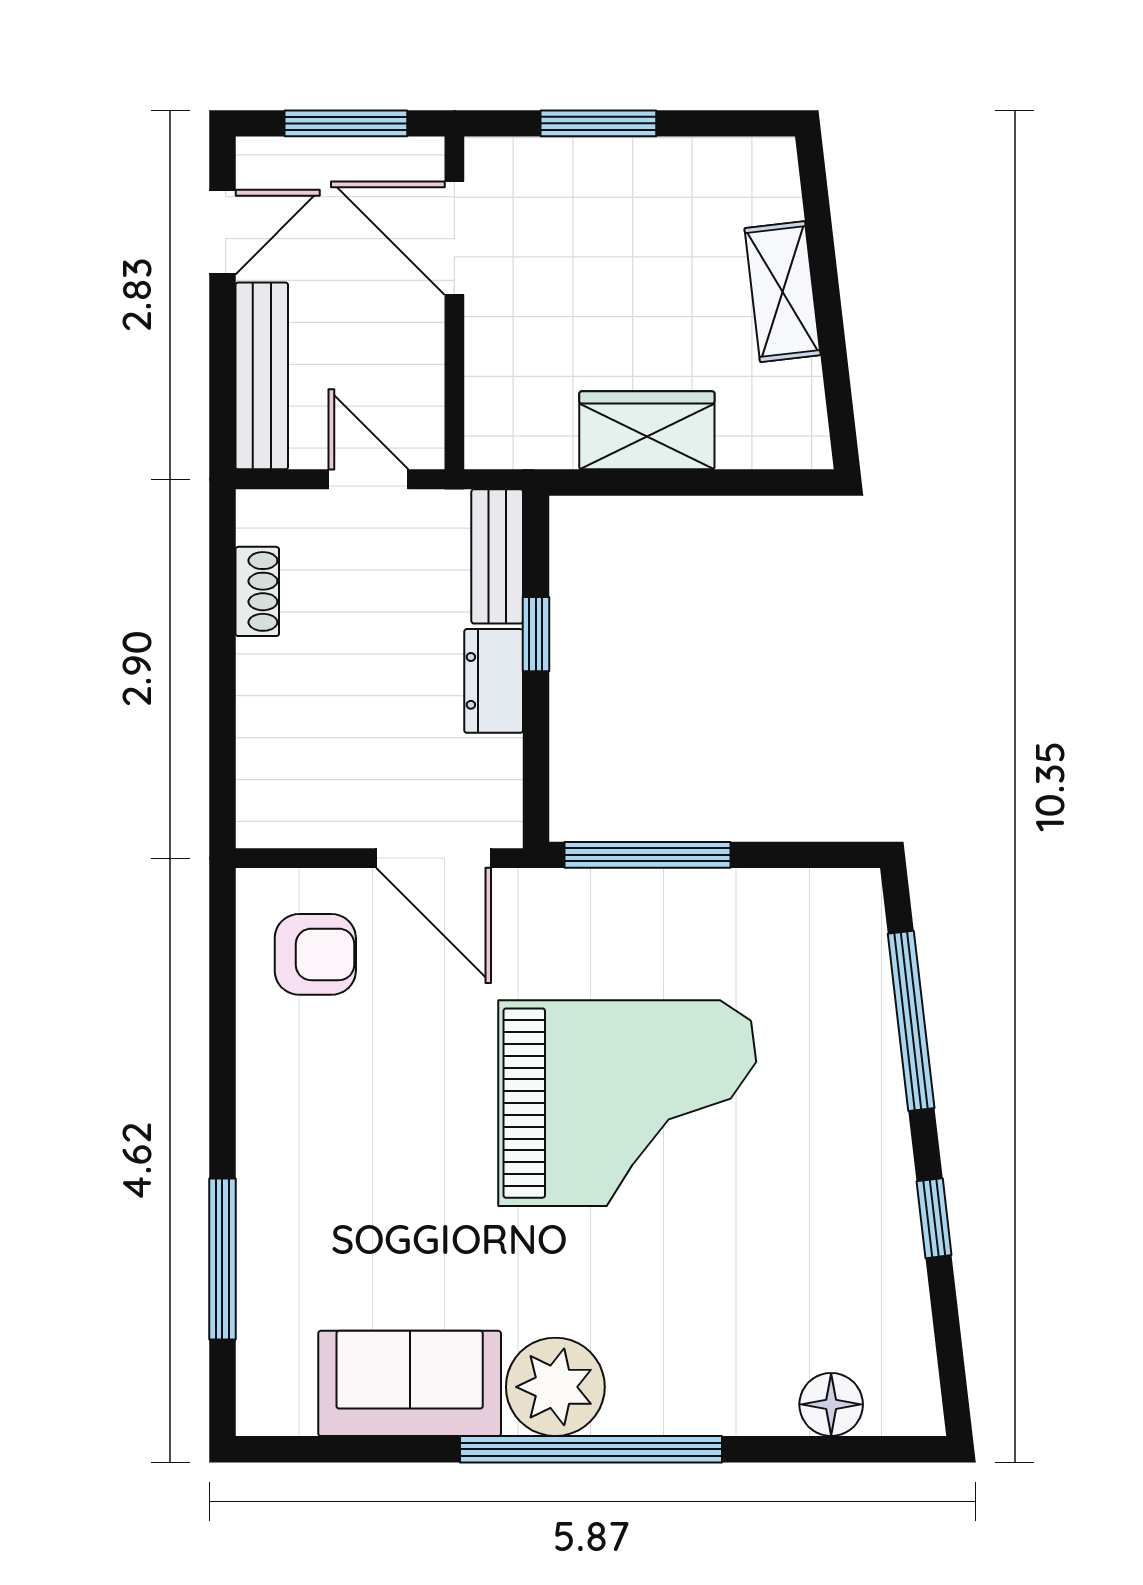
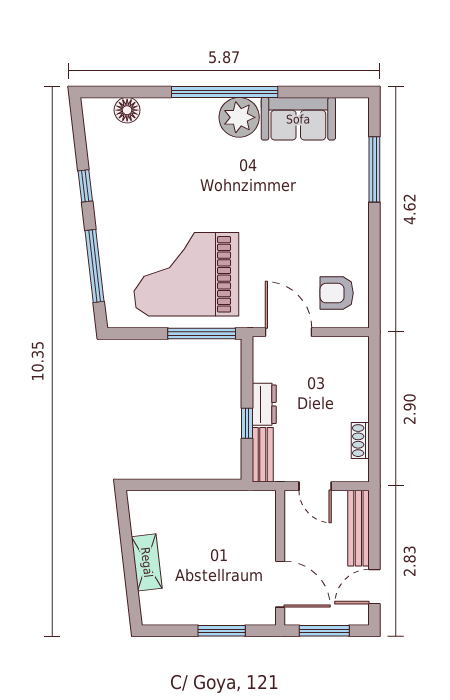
wardrobe: (647, 430) -> (202, 506), removed
grand piano: (627, 1103) -> (186, 274), moved

